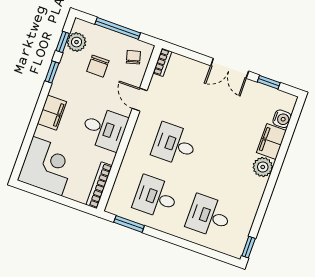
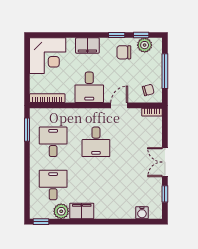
chair: (98, 66) -> (124, 52), moved
filing cabinet: (271, 142) -> (82, 211), moved
desk: (174, 144) -> (96, 142), turned 180
plant: (263, 167) -> (61, 211), moved

